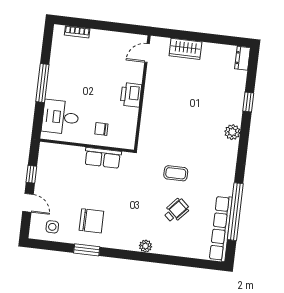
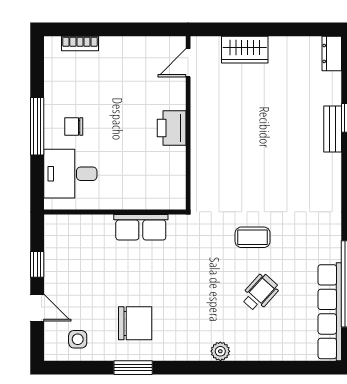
bench: (237, 108) -> (333, 129), added
chair: (101, 129) -> (74, 126), moved
plant: (232, 132) -> (330, 166), removed

